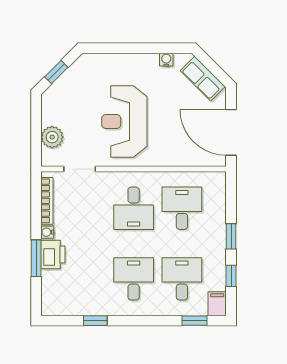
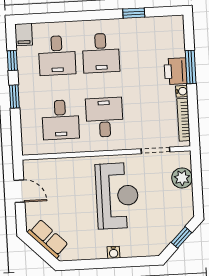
water cooler: (166, 60) -> (114, 252), moved
door: (231, 132) -> (19, 191), width x0.53
window: (194, 321) -> (44, 18), removed

